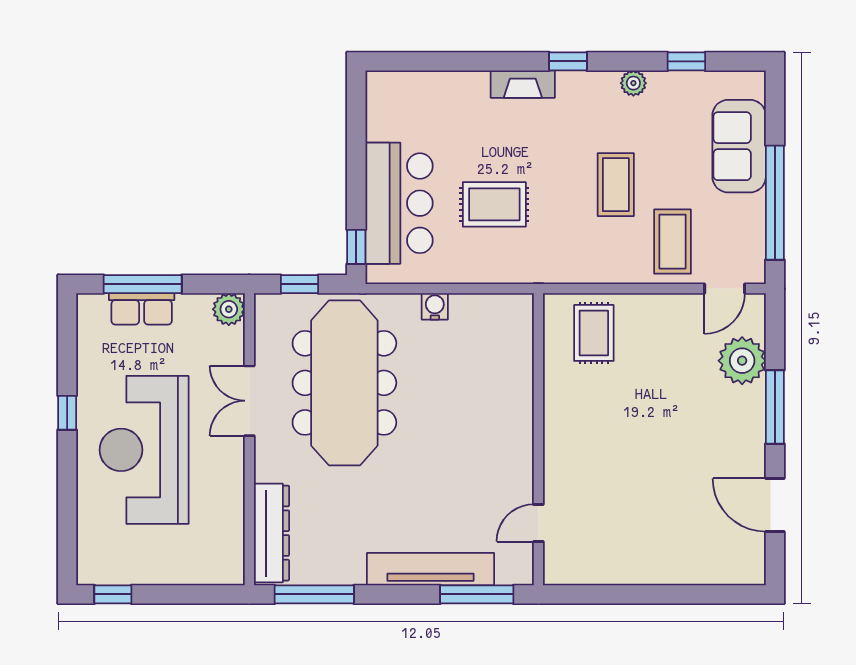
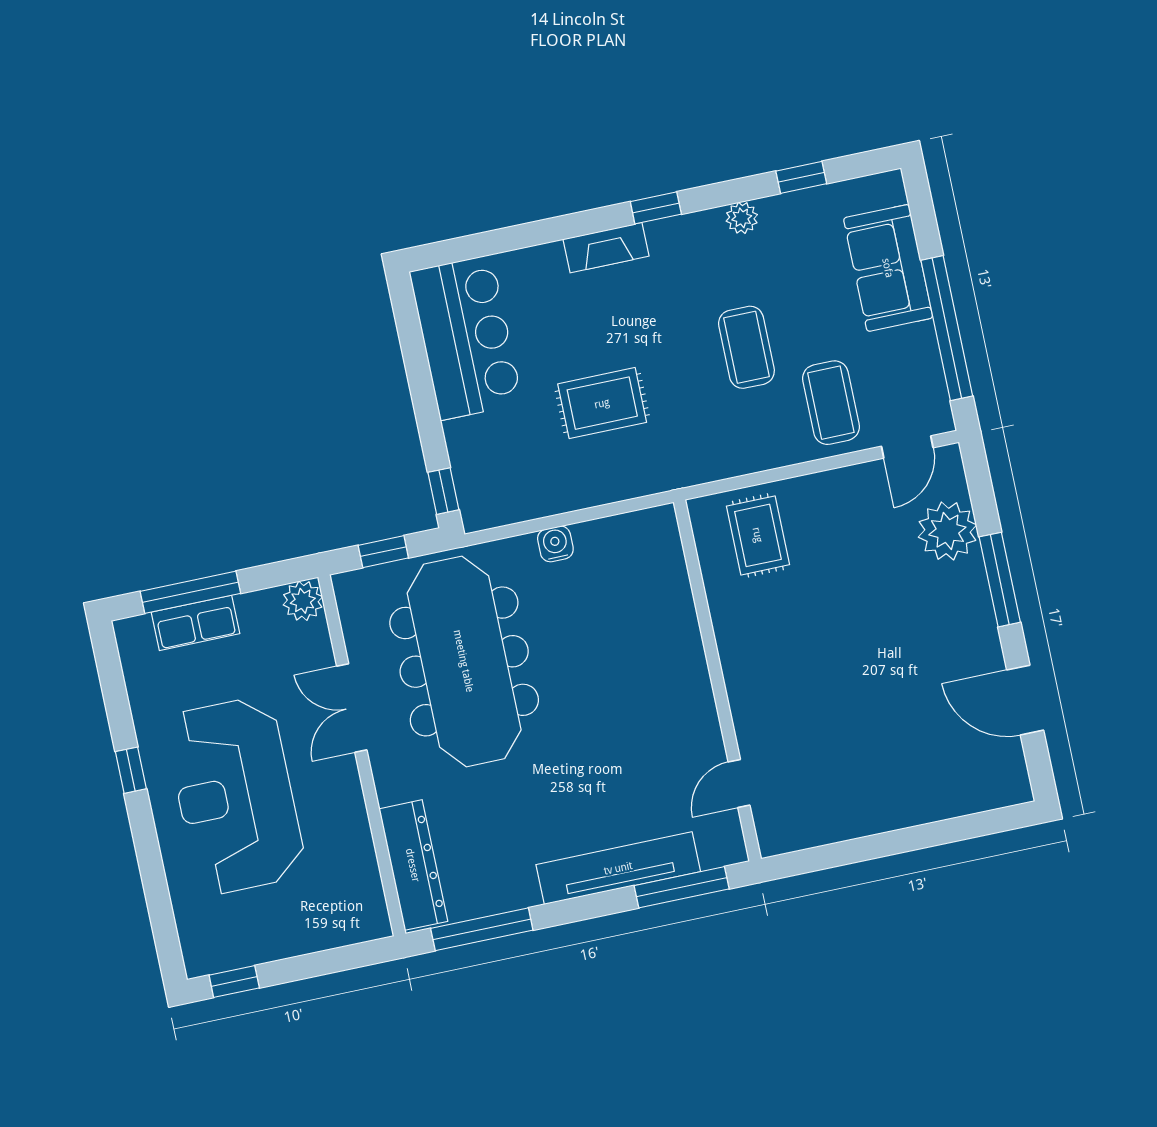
bar counter: (399, 203) -> (466, 338), moved

